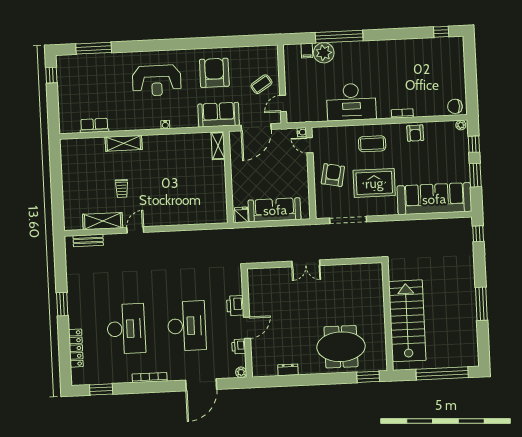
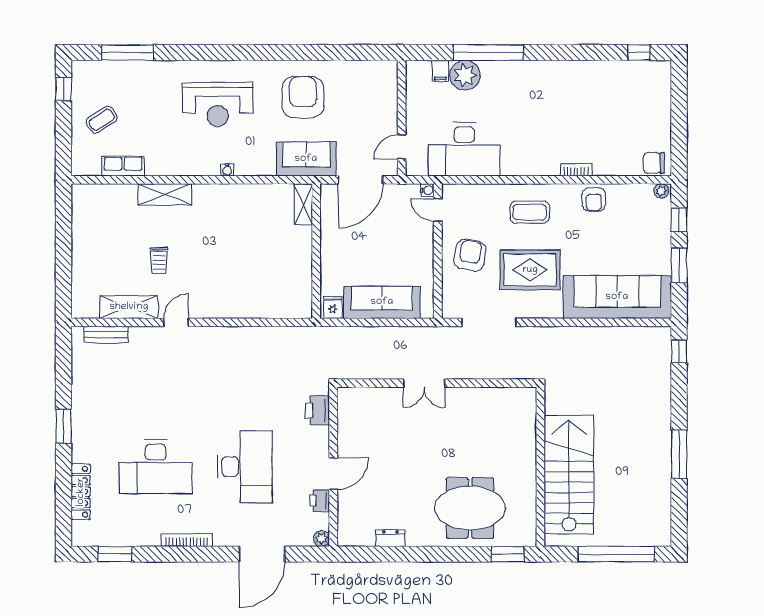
coffee table: (261, 84) -> (102, 120), moved
desk: (351, 102) -> (464, 149), moved
printer: (235, 306) -> (317, 410), moved
desk: (126, 329) -> (156, 467), turned 90

